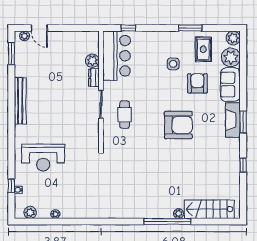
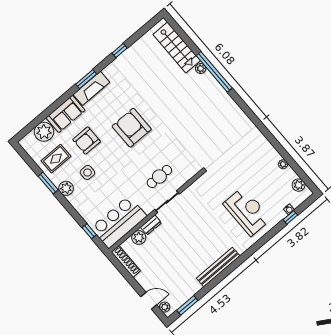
door: (39, 28) -> (149, 301), hinge flipped
shoe rack: (83, 36) -> (126, 261), added
plant: (233, 38) -> (66, 188), moved

